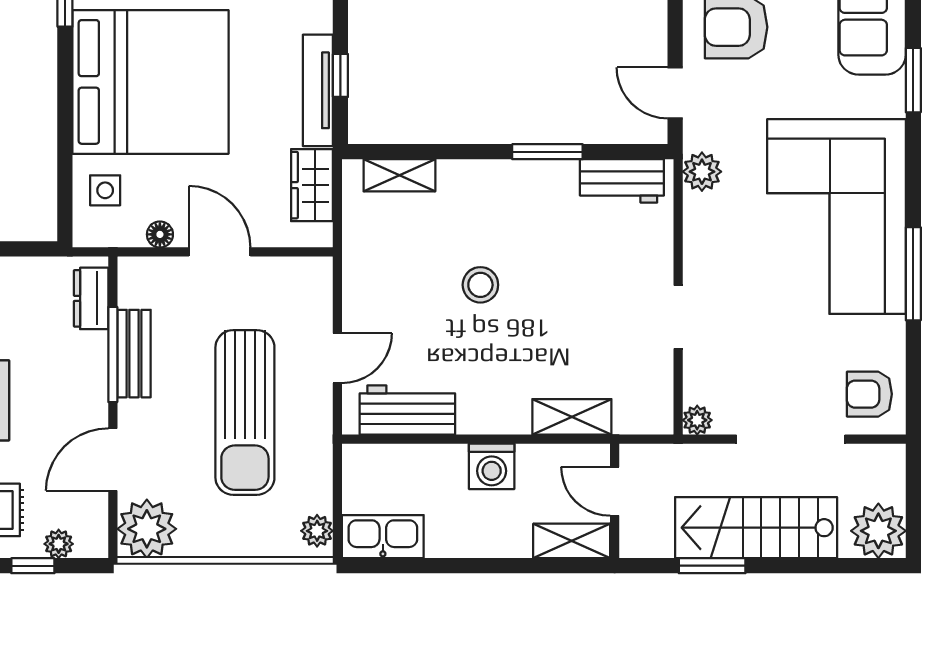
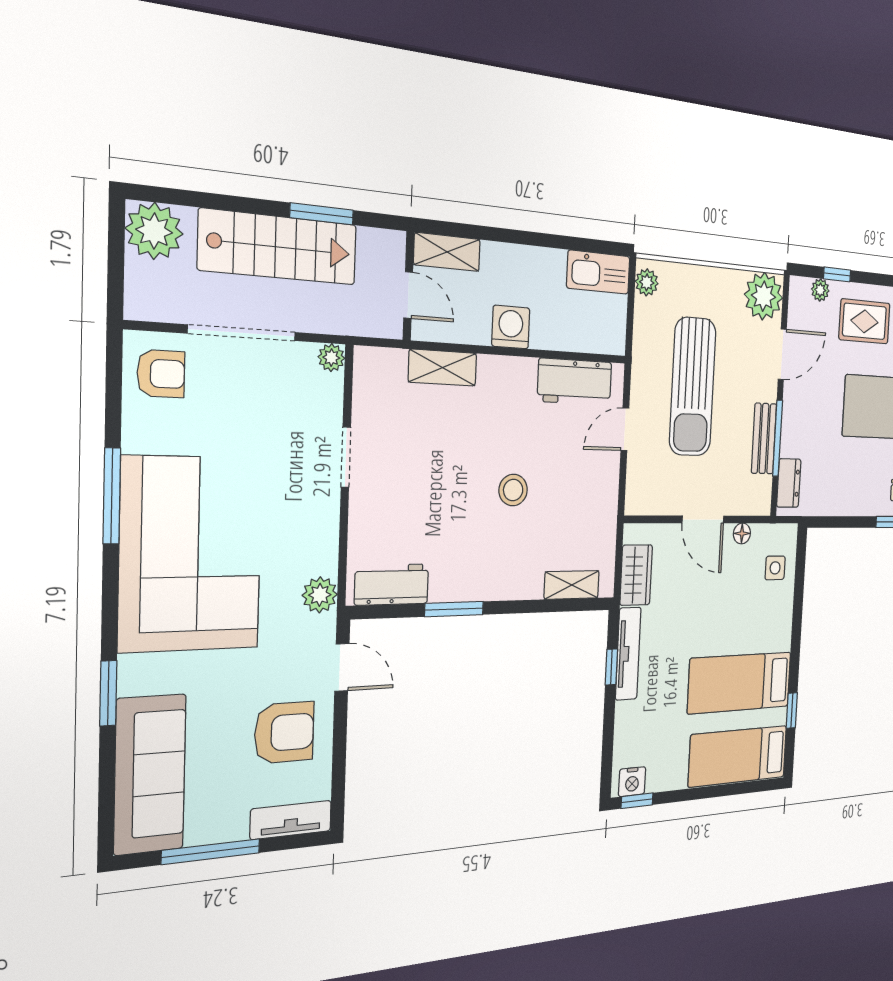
bed: (150, 82) -> (740, 683), width x0.49
sun lounger: (245, 412) -> (693, 387), turned 180

